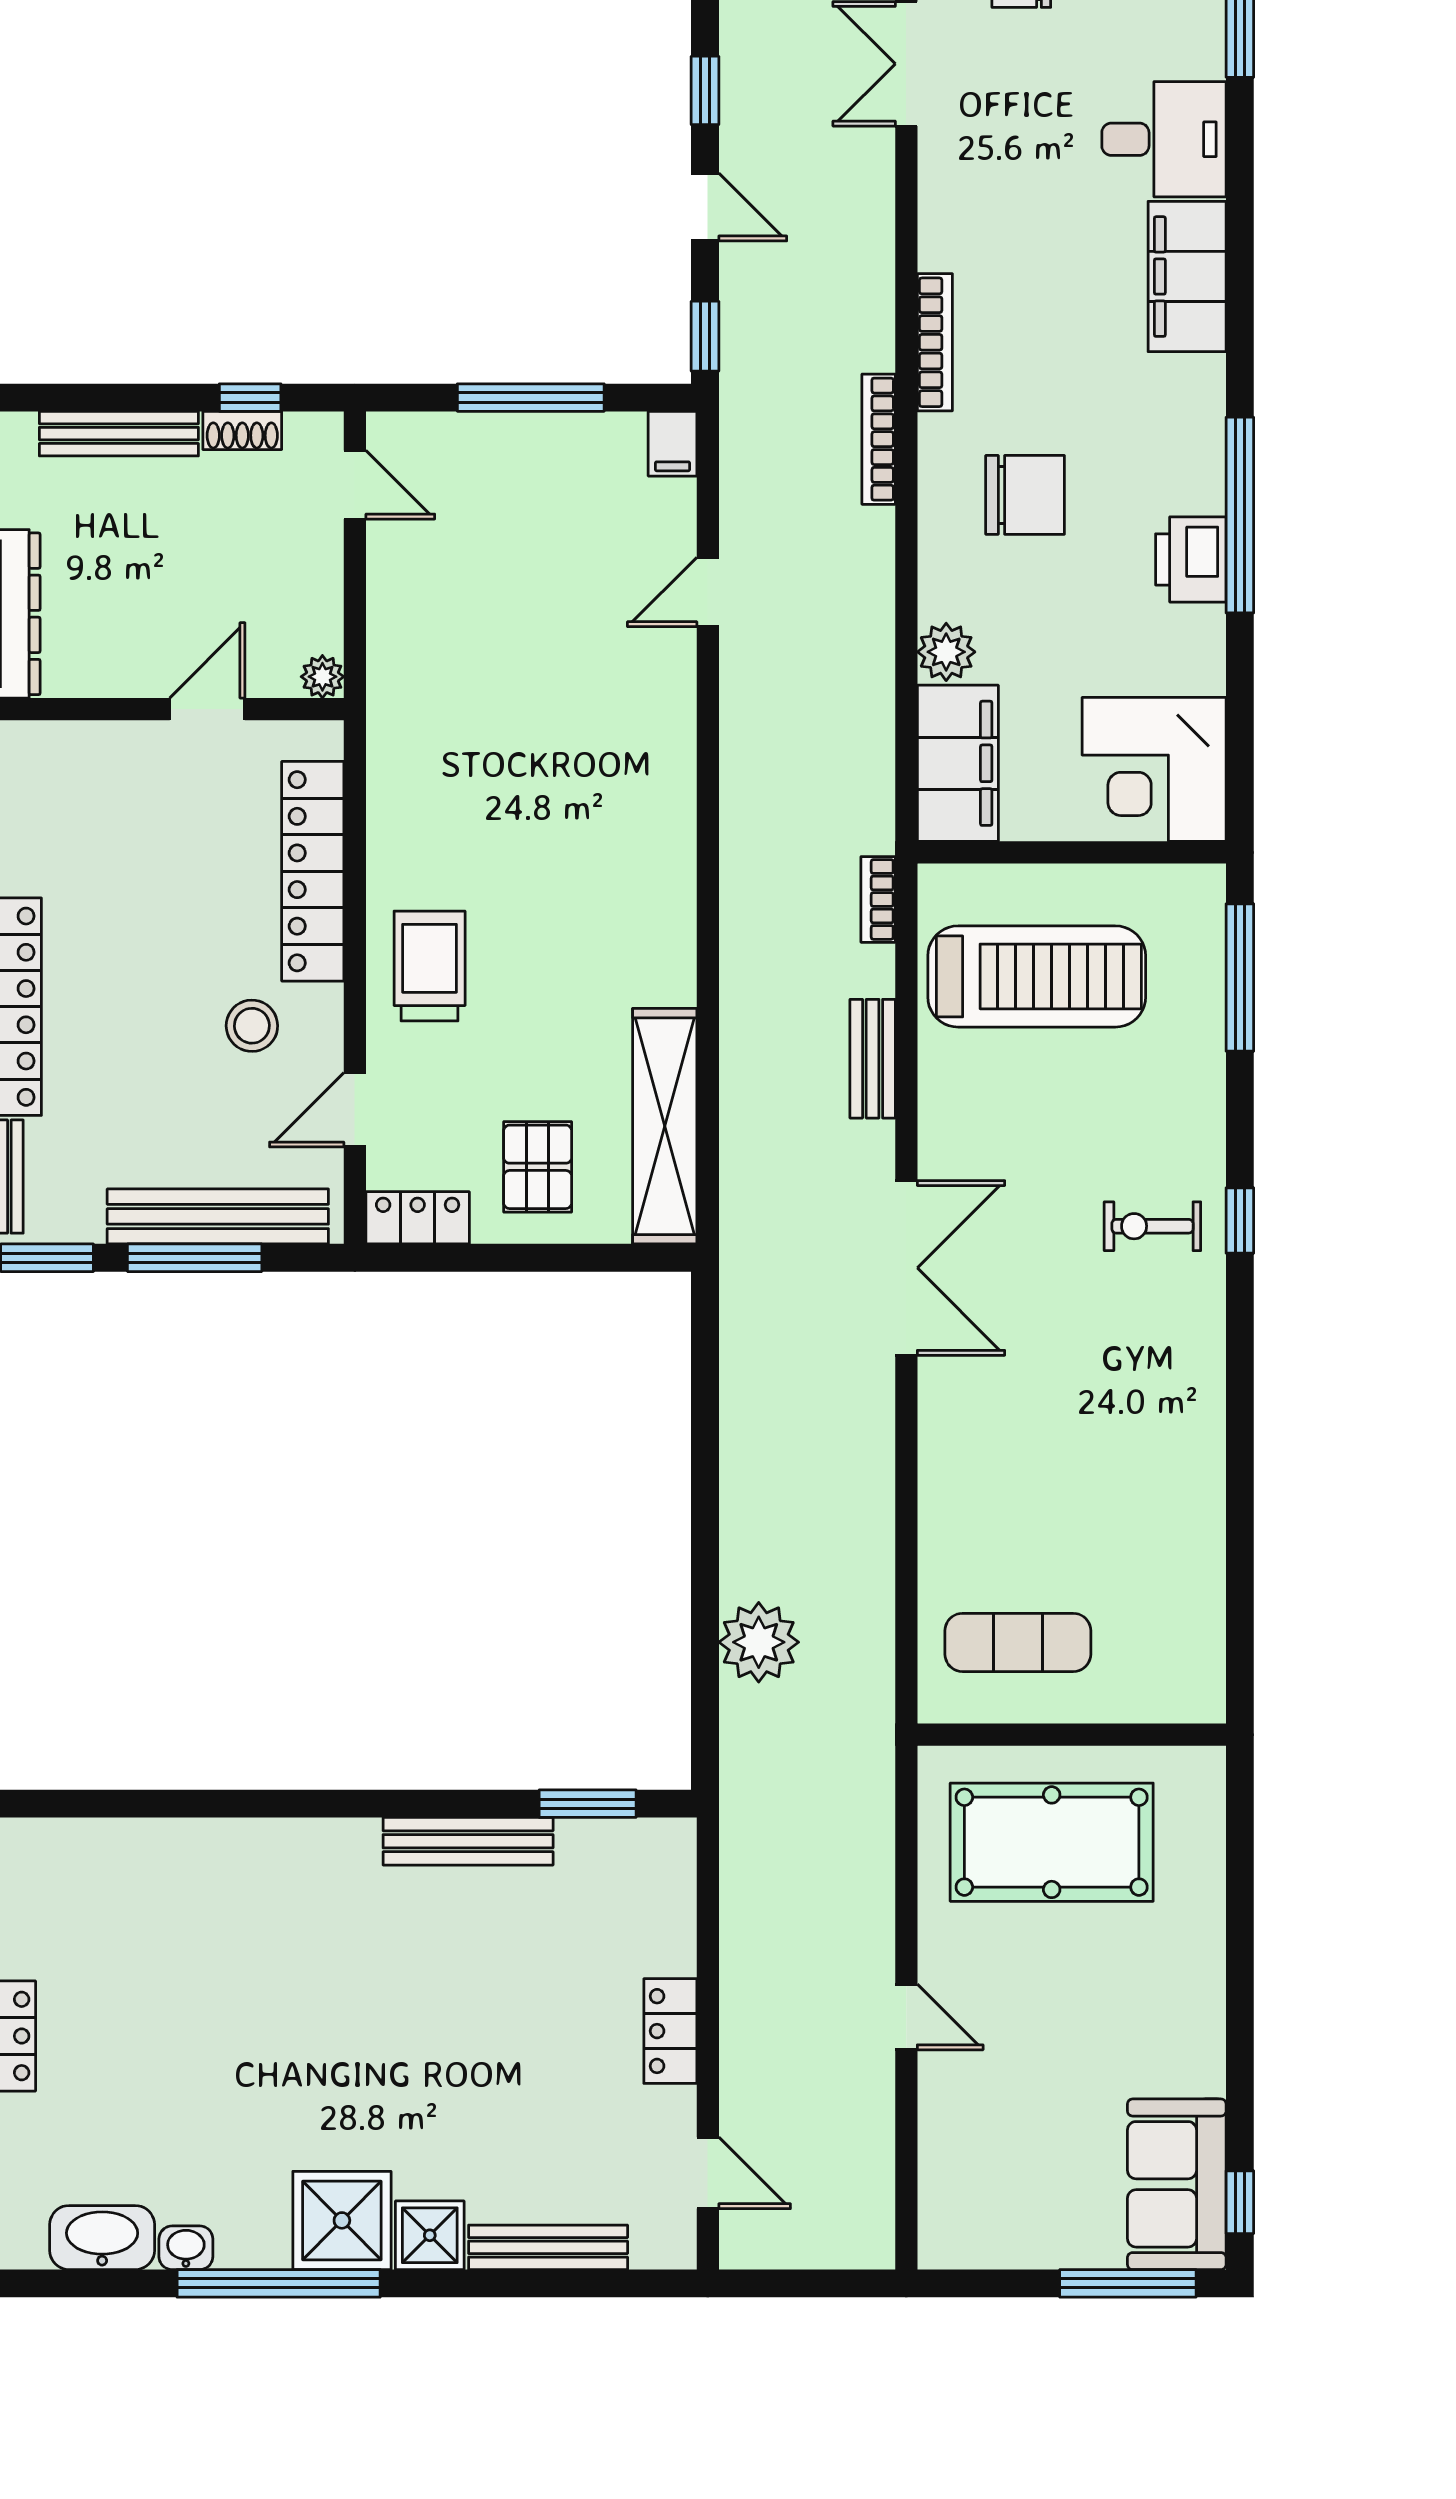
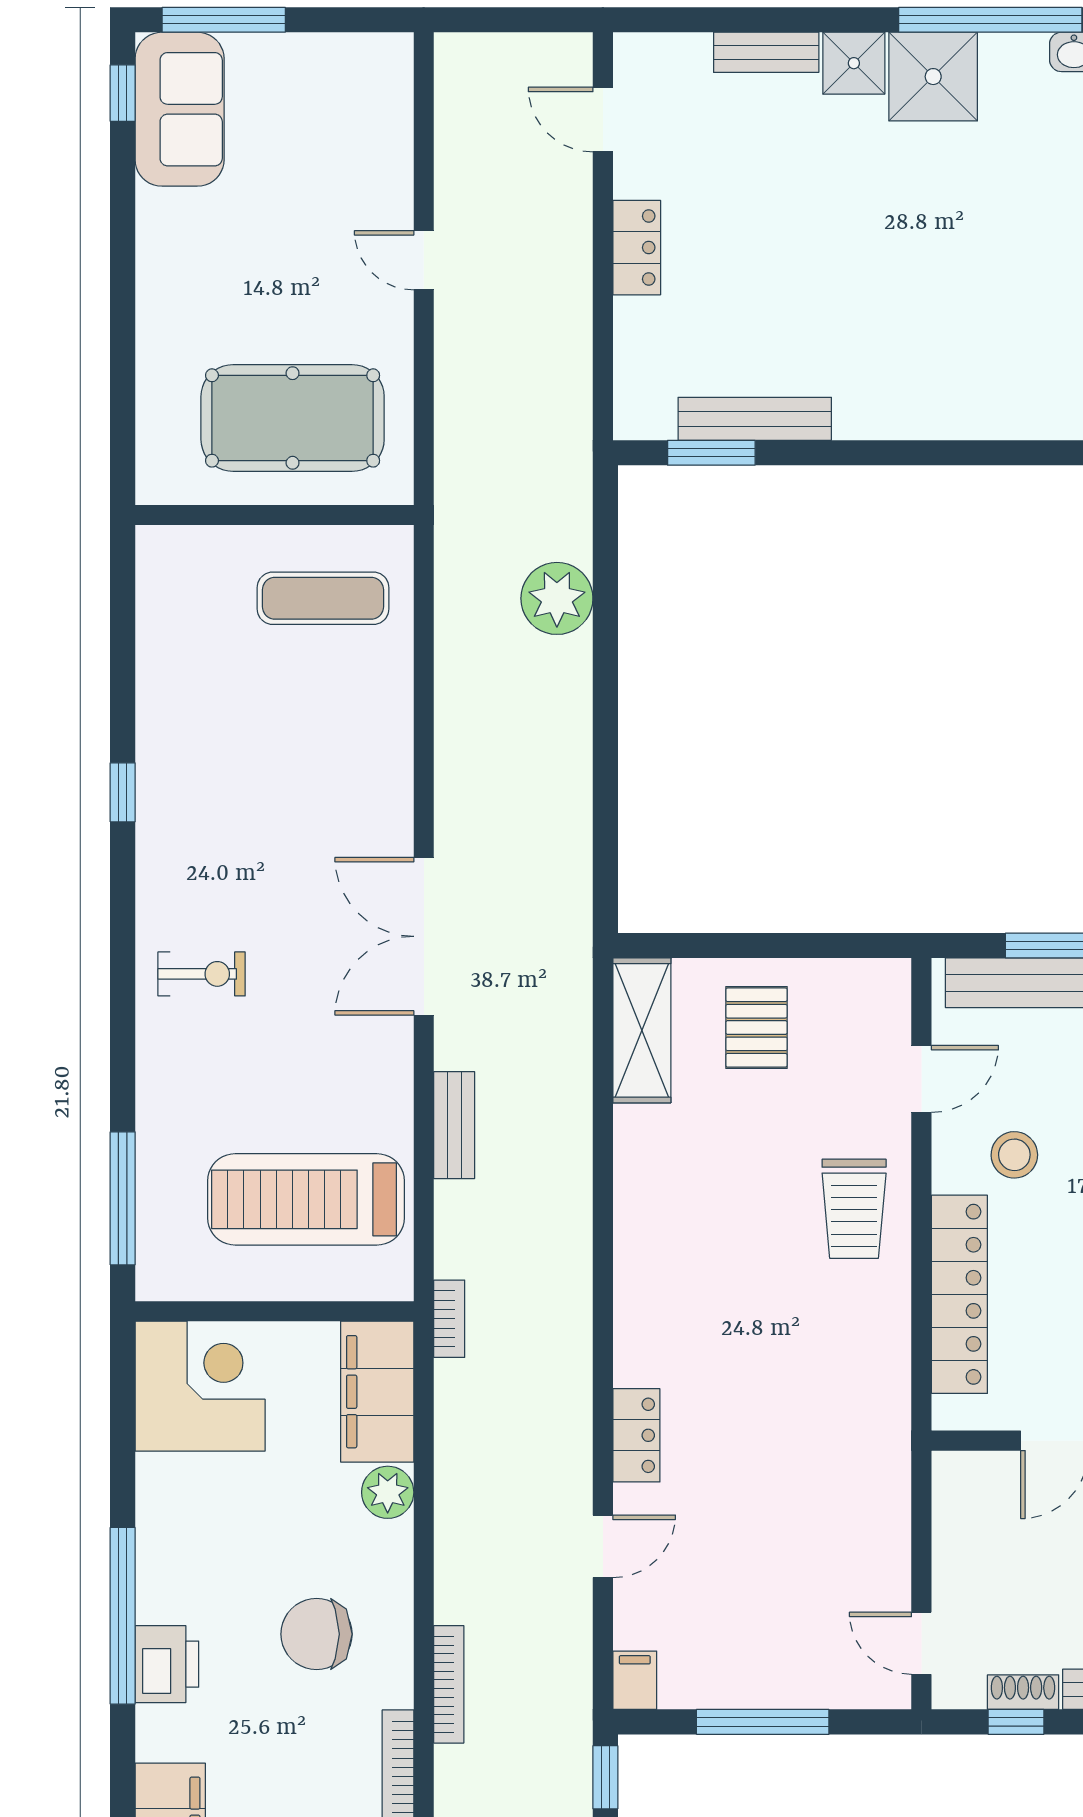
printer: (1191, 559) -> (167, 1664), moved
plant: (322, 677) -> (951, 1470), removed
bookcase: (878, 899) -> (449, 1319), moved
shelving: (665, 1126) -> (642, 1030), width x0.68
locker: (418, 1218) -> (636, 1435), moved, turned -90
window: (1240, 1220) -> (123, 792), moved
bench: (468, 1841) -> (755, 419), moved
bench: (548, 2247) -> (766, 52), width x0.73

